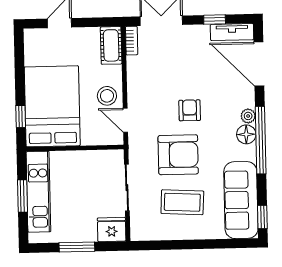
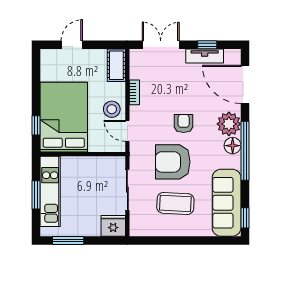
tv unit: (232, 32) -> (205, 56), moved
bookcase: (132, 41) -> (134, 92), moved
plant: (248, 116) -> (229, 124), width x1.88, depth x1.88
armchair: (178, 155) -> (173, 162), turned 180
window: (77, 247) -> (68, 240), moved

